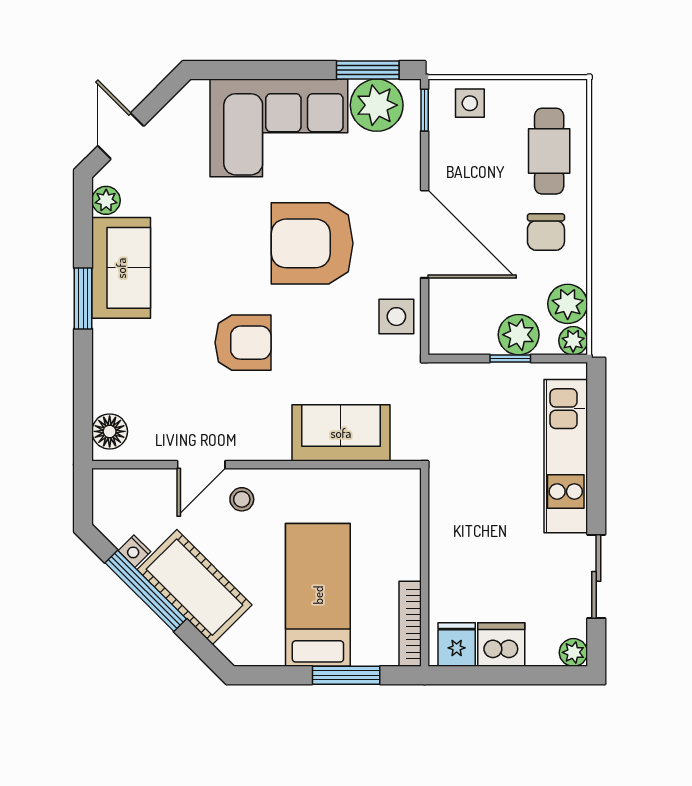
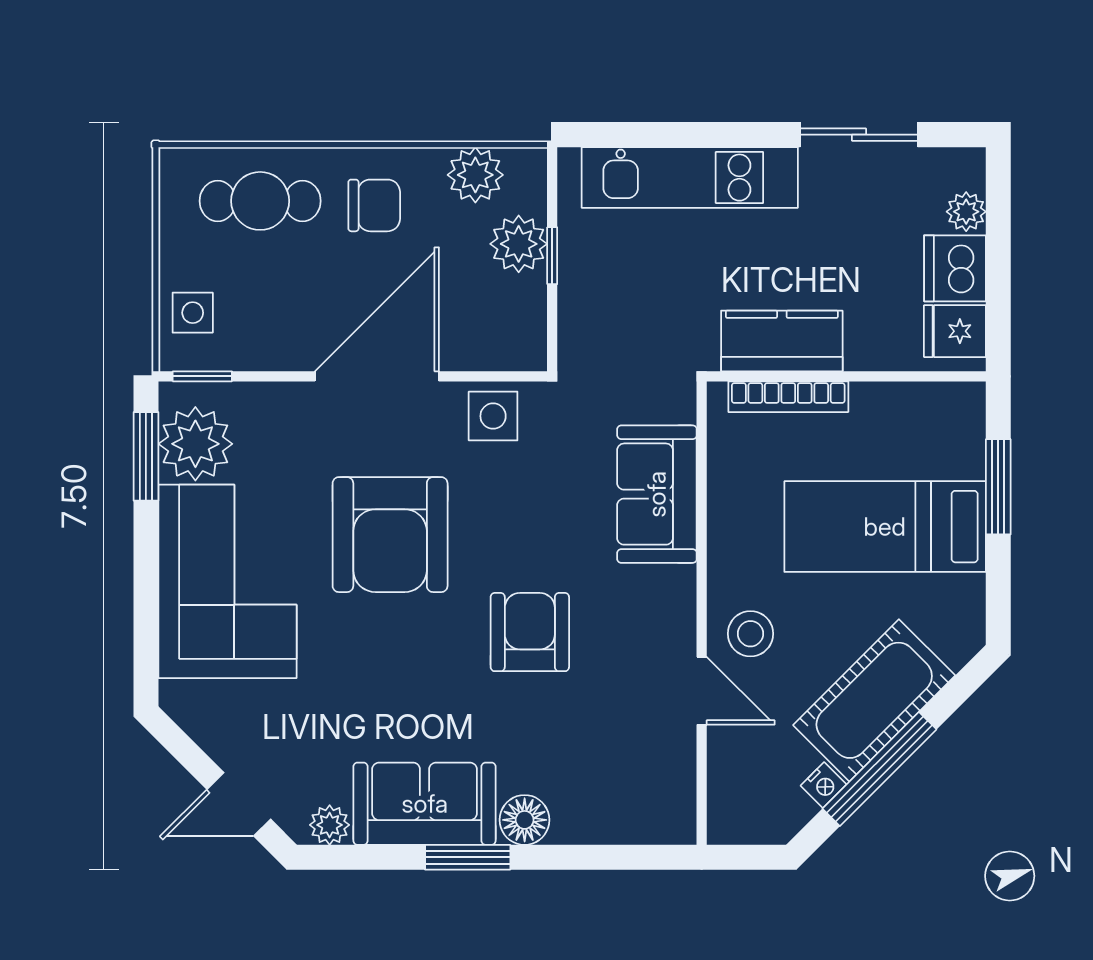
plant: (573, 341) -> (527, 167), removed
floor lamp: (110, 431) -> (525, 820), moved
stool: (242, 499) -> (750, 634), width x1.37, depth x1.37
kitchen counter: (450, 522) -> (782, 341), added
bookcase: (410, 624) -> (788, 397), moved
plant: (573, 652) -> (966, 212), moved

